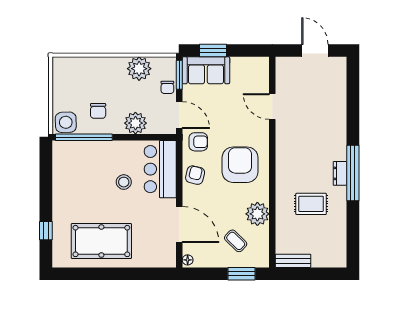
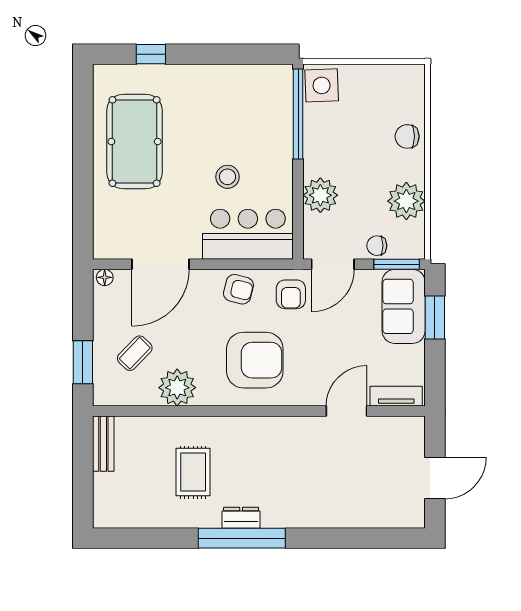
tv unit: (263, 75) -> (396, 396), added
chair: (98, 111) -> (407, 136), moved

